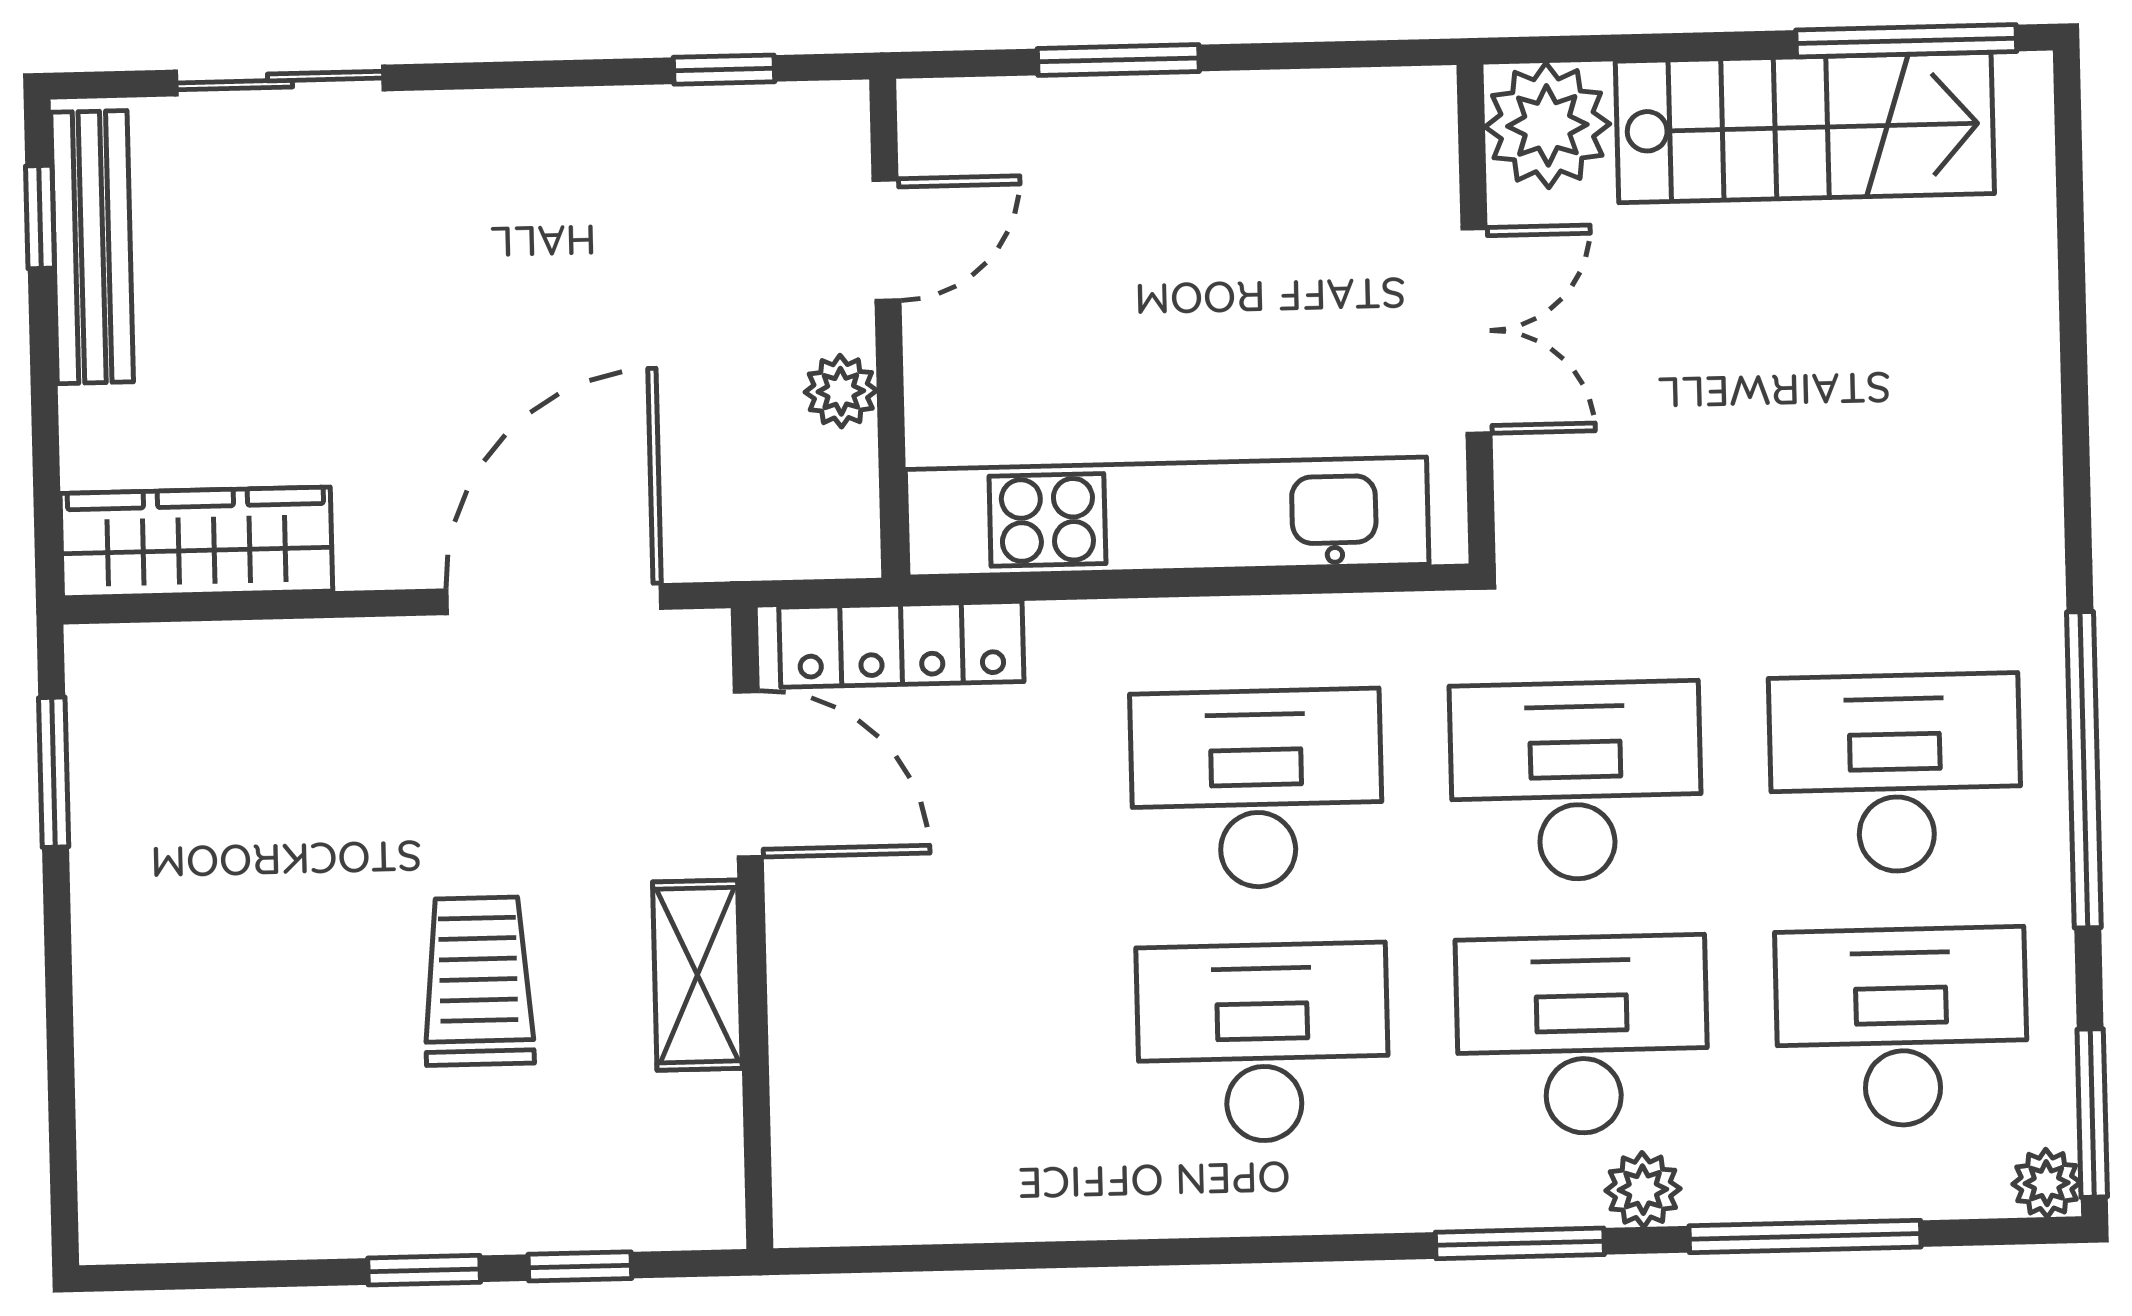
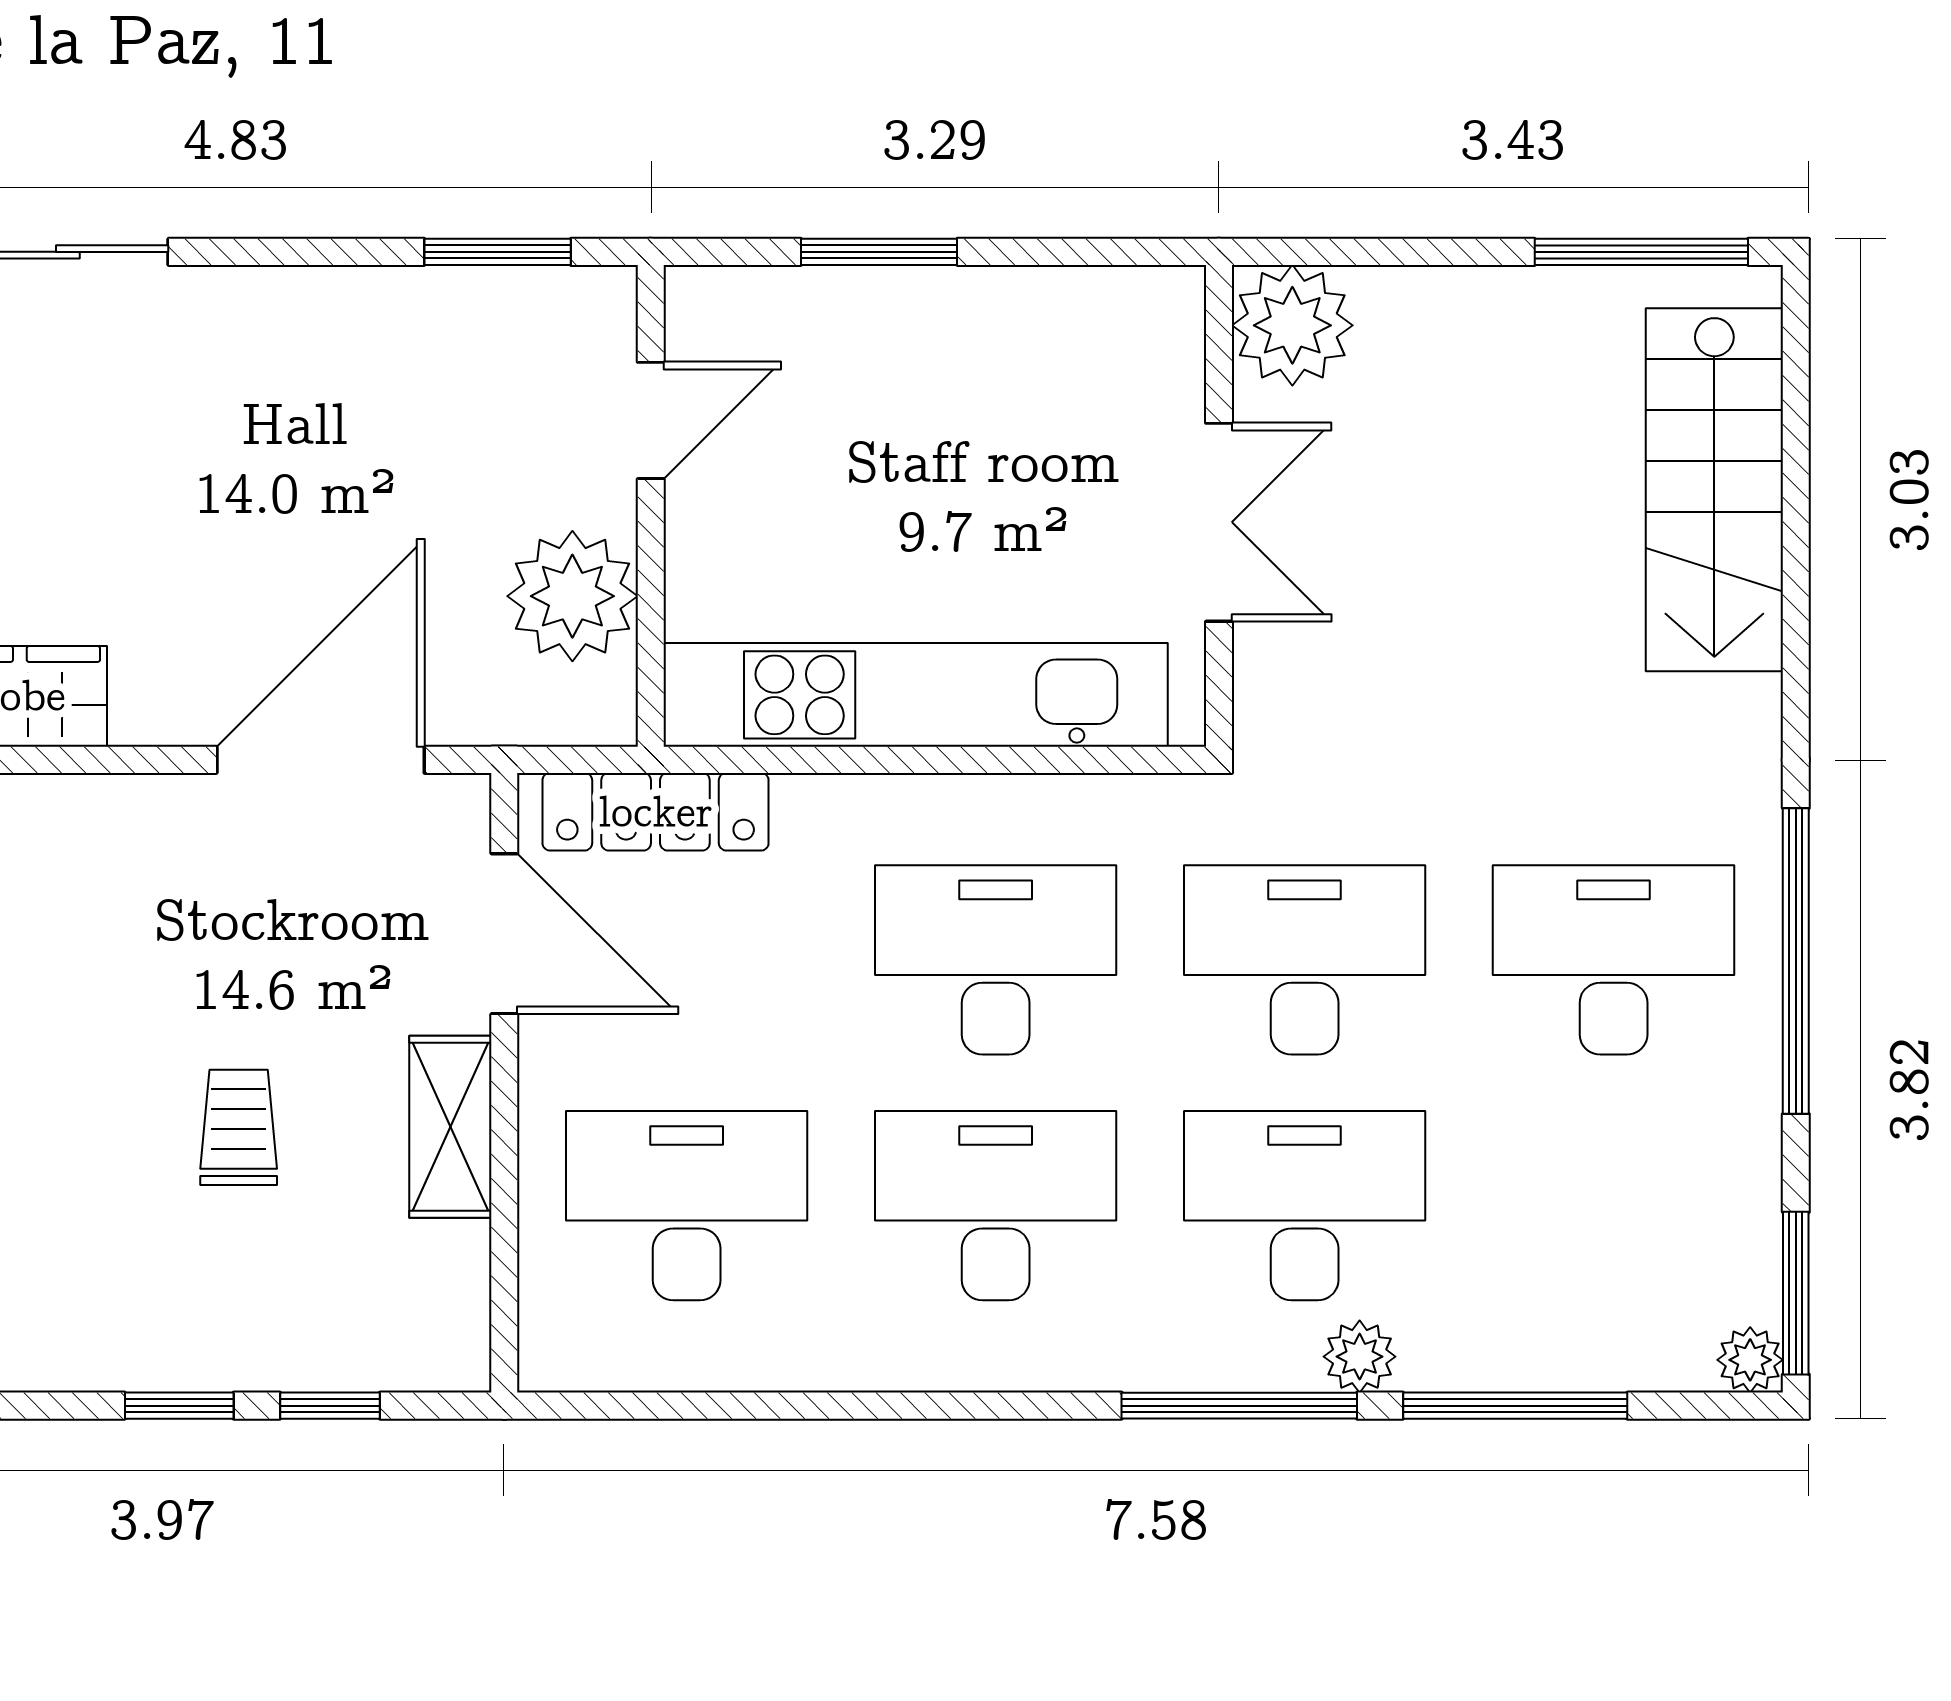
window: (724, 70) -> (498, 252), width x1.50
stairs: (1805, 127) -> (1714, 490), moved, turned 90
plant: (841, 391) -> (572, 596), width x1.88, depth x1.88
trolley: (478, 981) -> (239, 1127), width x0.73, depth x0.72
desk: (1902, 1027) -> (687, 1206), moved
window: (1520, 1243) -> (1239, 1406), width x1.44

